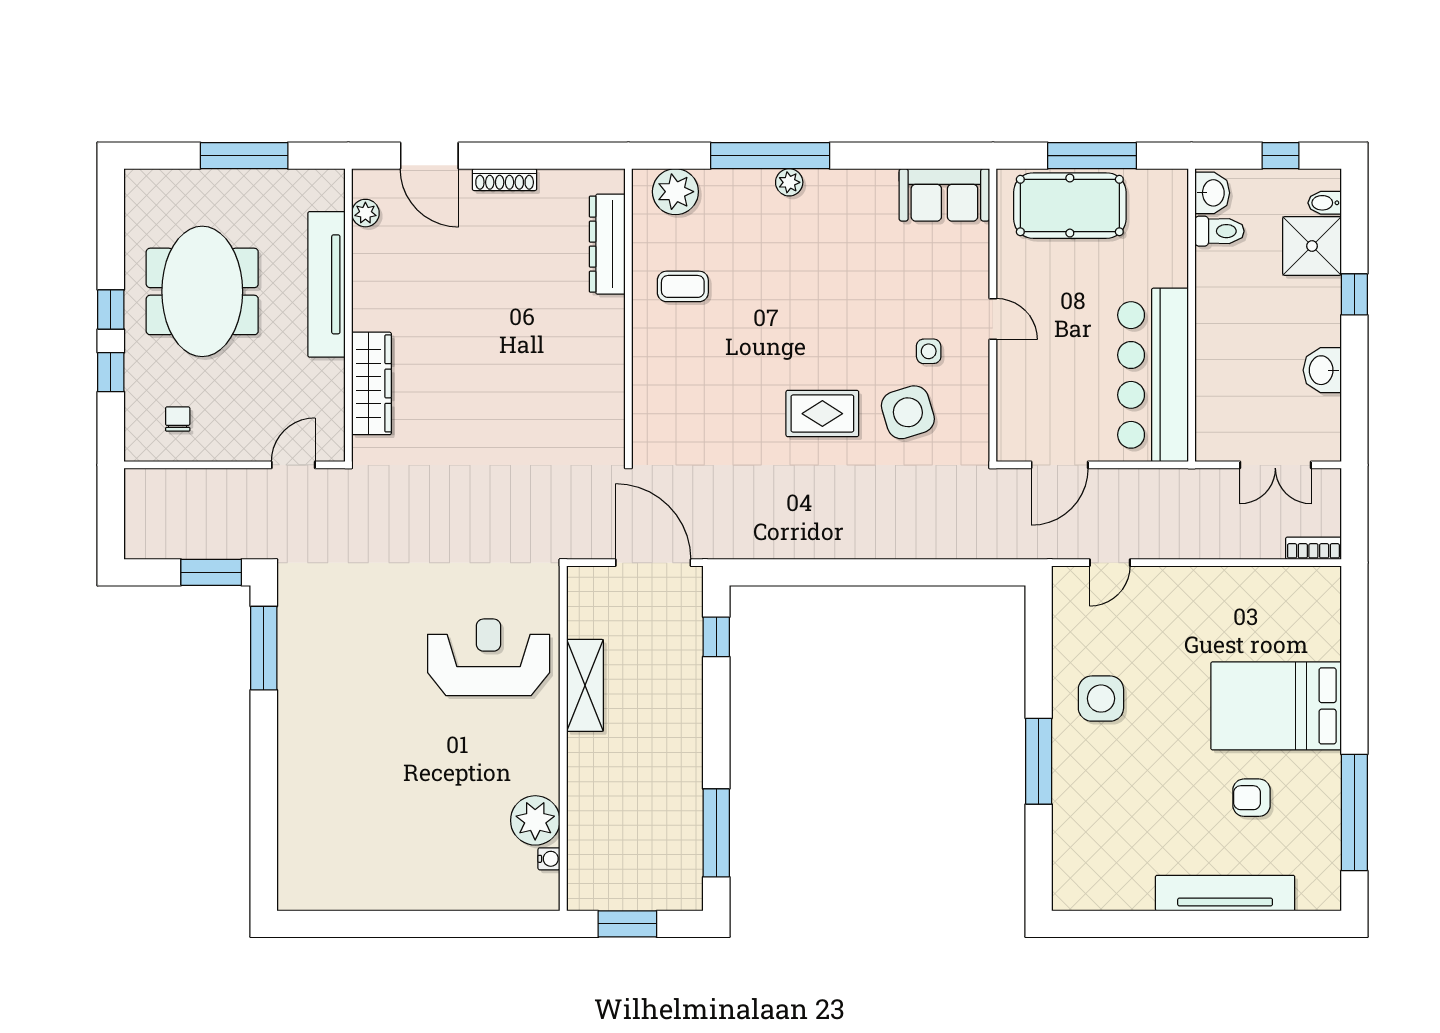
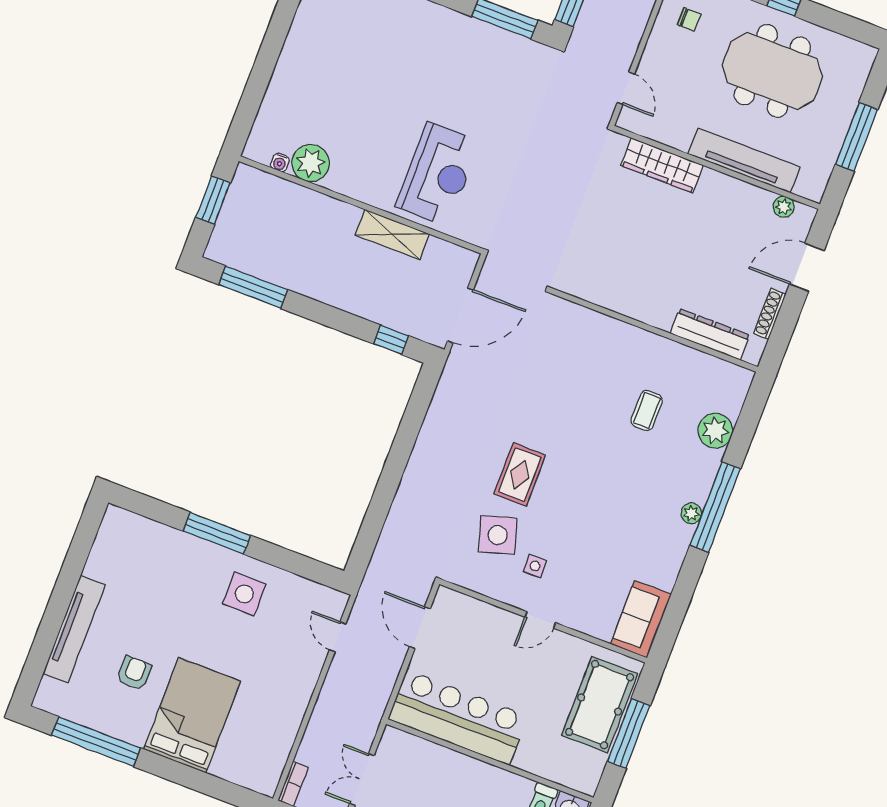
dresser: (607, 244) -> (710, 334), moved
wall: (628, 315) -> (654, 330), moved

